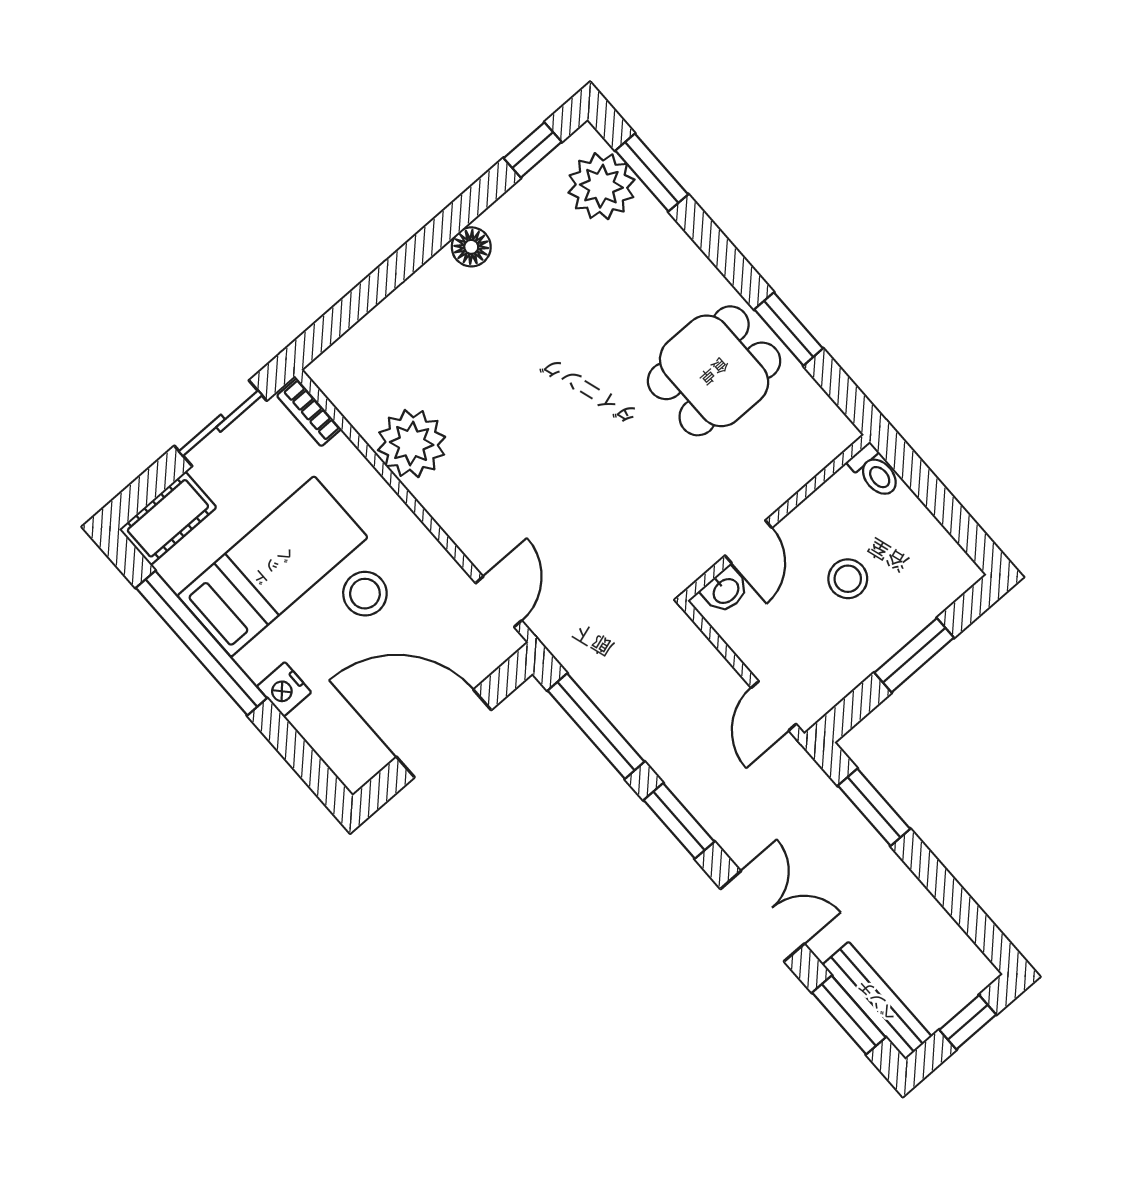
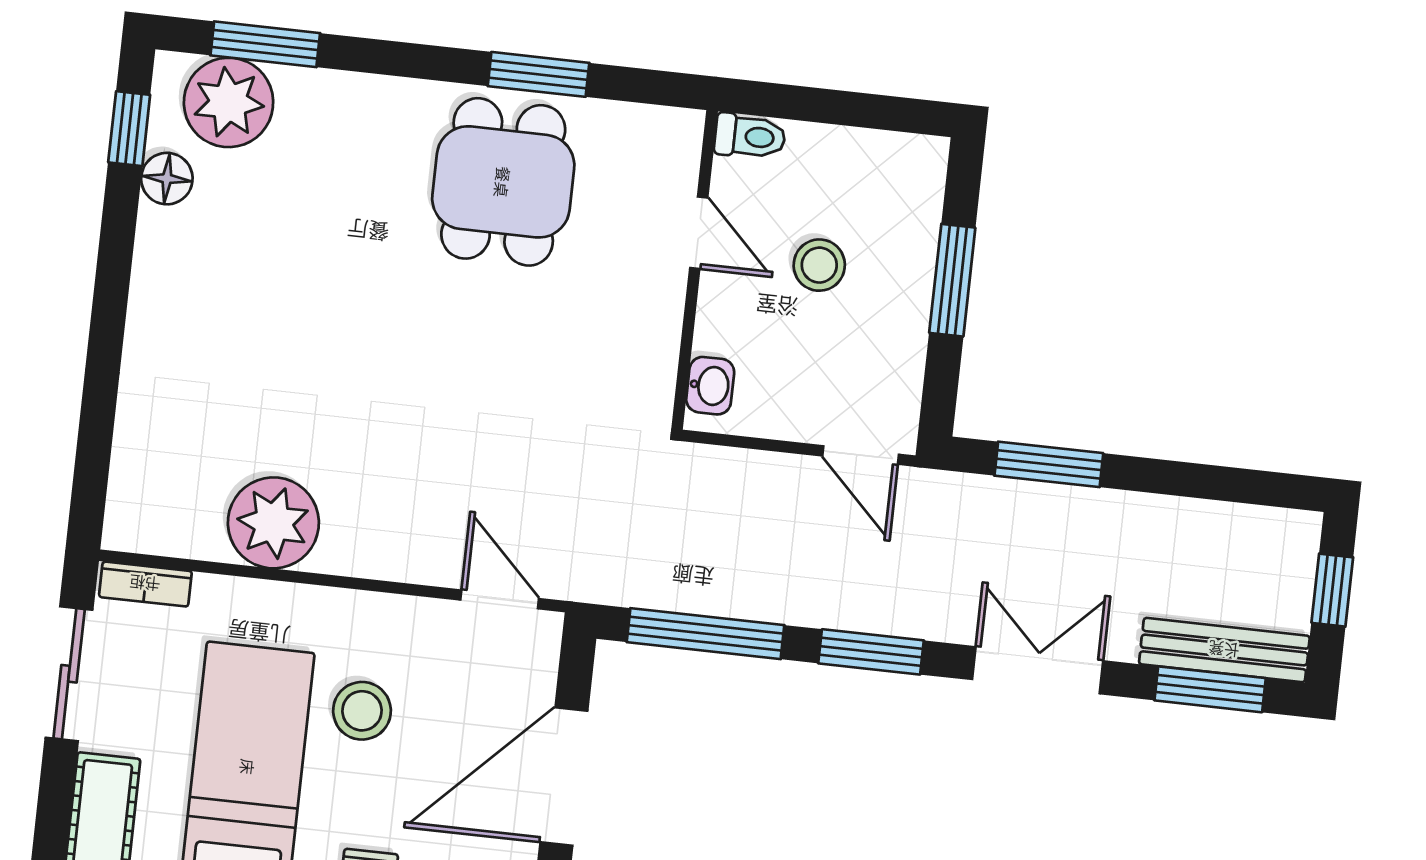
floor lamp: (471, 247) -> (167, 179), moved
door: (748, 542) -> (699, 233), moved

